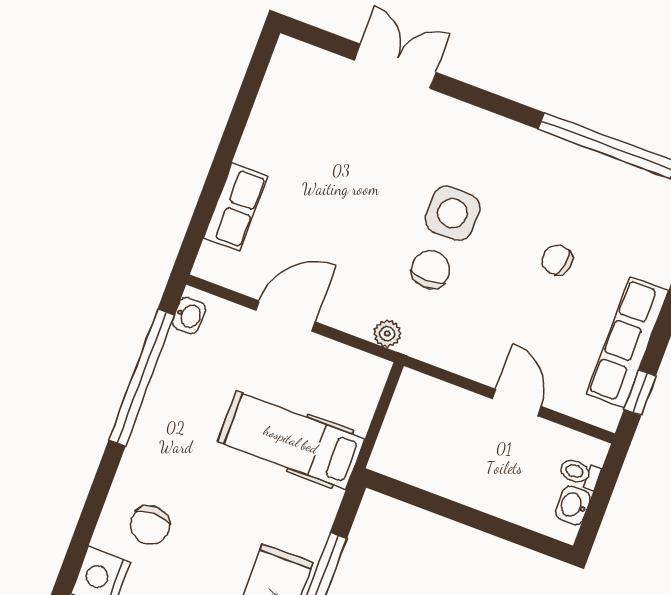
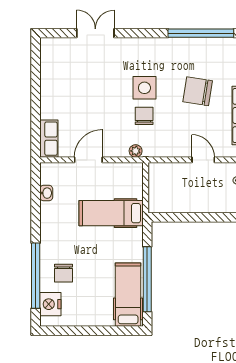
row of seats: (236, 207) -> (49, 139), moved
chair: (557, 260) -> (198, 91), width x1.87, depth x1.87
washbasin: (189, 316) -> (46, 193), moved
window: (142, 378) -> (36, 276), moved

